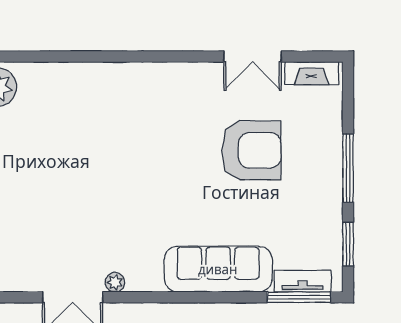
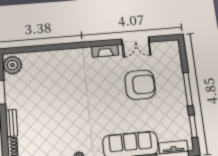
fireplace: (311, 73) -> (105, 51), moved

